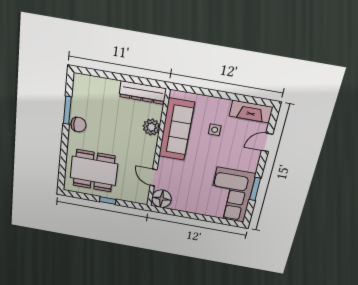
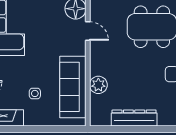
dresser: (143, 93) -> (134, 118), moved

